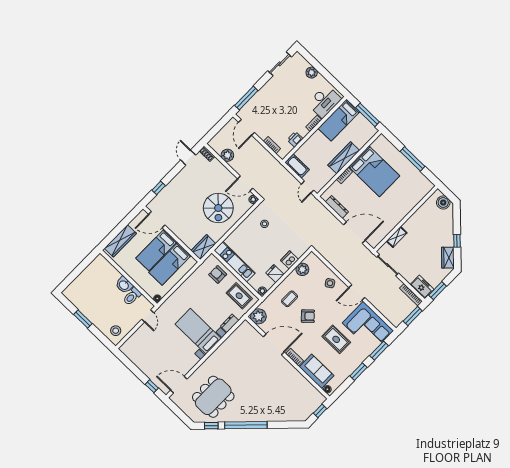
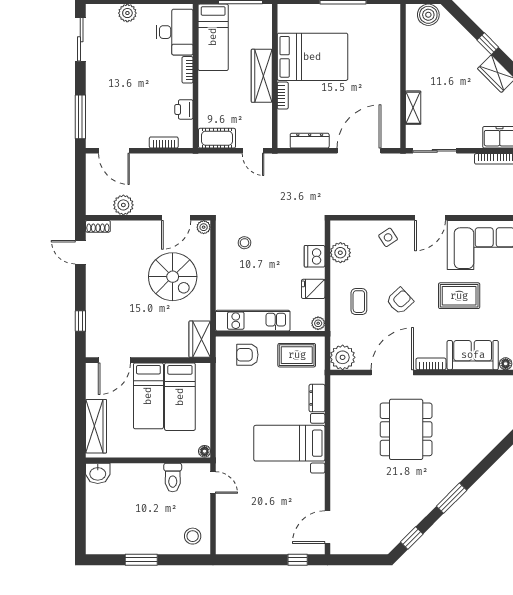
washbasin: (124, 285) -> (98, 473), moved
dining table: (213, 397) -> (406, 429), moved
window: (246, 425) -> (452, 498), width x0.47

